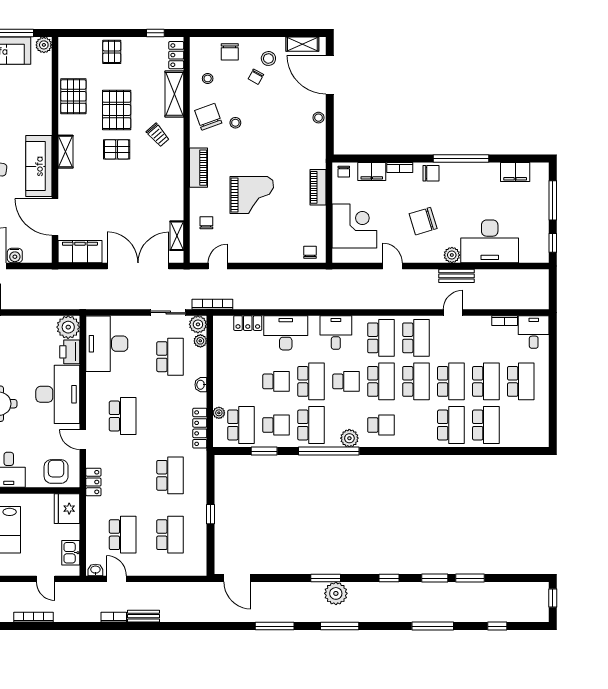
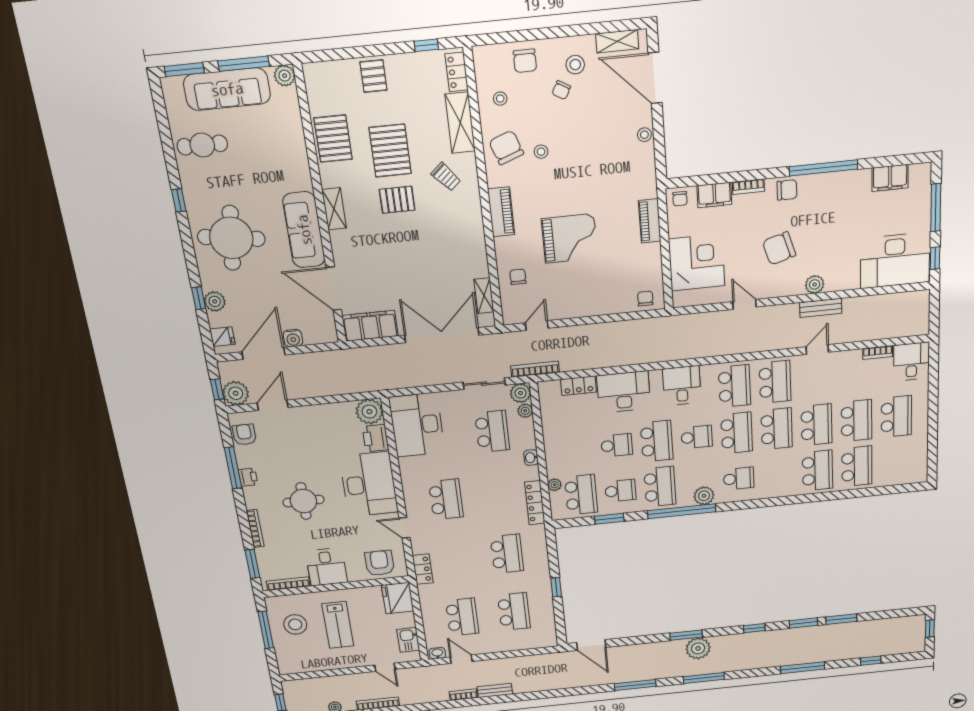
desk: (490, 241) -> (895, 261), moved

